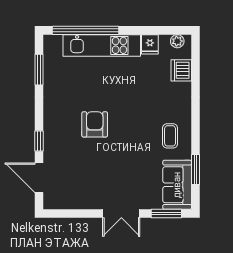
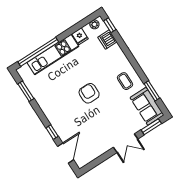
window: (196, 54) -> (110, 25), added
armchair: (95, 124) -> (89, 93), moved
door: (39, 178) -> (66, 153), swing flipped

